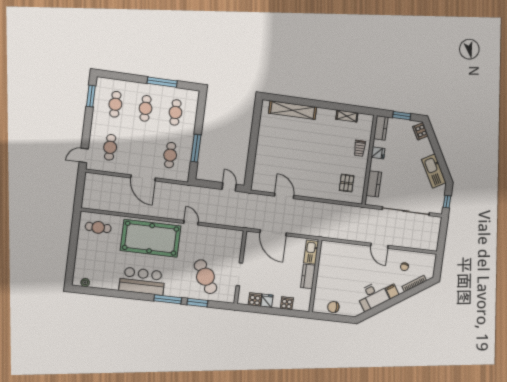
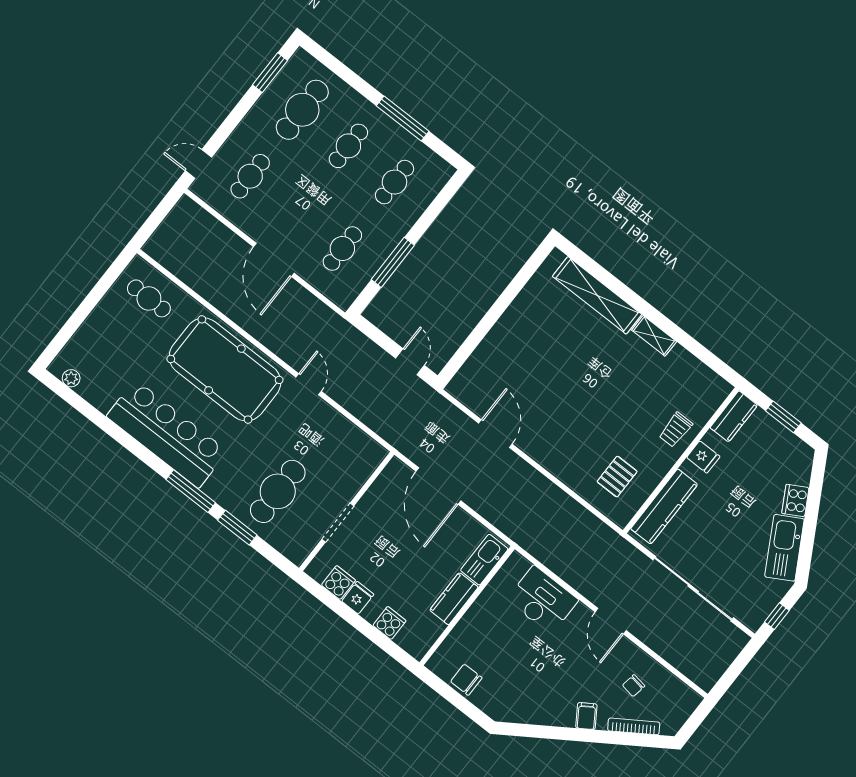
cafe table: (115, 104) -> (302, 110), width x1.37, depth x1.35
shelving: (347, 116) -> (654, 336), moved
cooker: (420, 131) -> (795, 500), moved
kitchen counter: (374, 184) -> (664, 507), width x1.50
cafe table: (205, 277) -> (278, 491), turned 31
bar counter: (142, 281) -> (167, 434), width x1.36
desk: (373, 296) -> (542, 600), moved, turned -147

